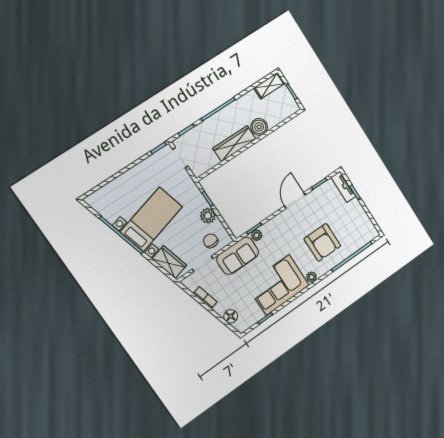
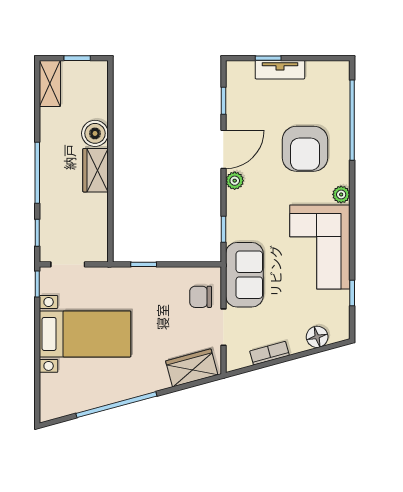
wardrobe: (234, 144) -> (96, 170), width x0.67
tv unit: (343, 187) -> (280, 70), moved
door: (295, 200) -> (223, 149), swing flipped
plant: (208, 216) -> (166, 279), removed
bed with nightstands: (151, 219) -> (85, 334), moved, turned 105
plant: (257, 235) -> (235, 181), moved
armchair: (322, 242) -> (305, 149), turned 90

